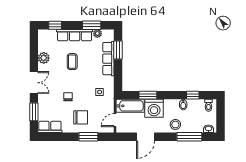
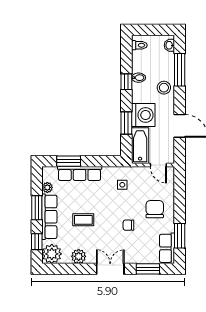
window: (92, 25) -> (37, 208), moved
plant: (46, 37) -> (52, 254), added
window: (193, 95) -> (126, 82), moved
window: (88, 137) -> (180, 236), moved

